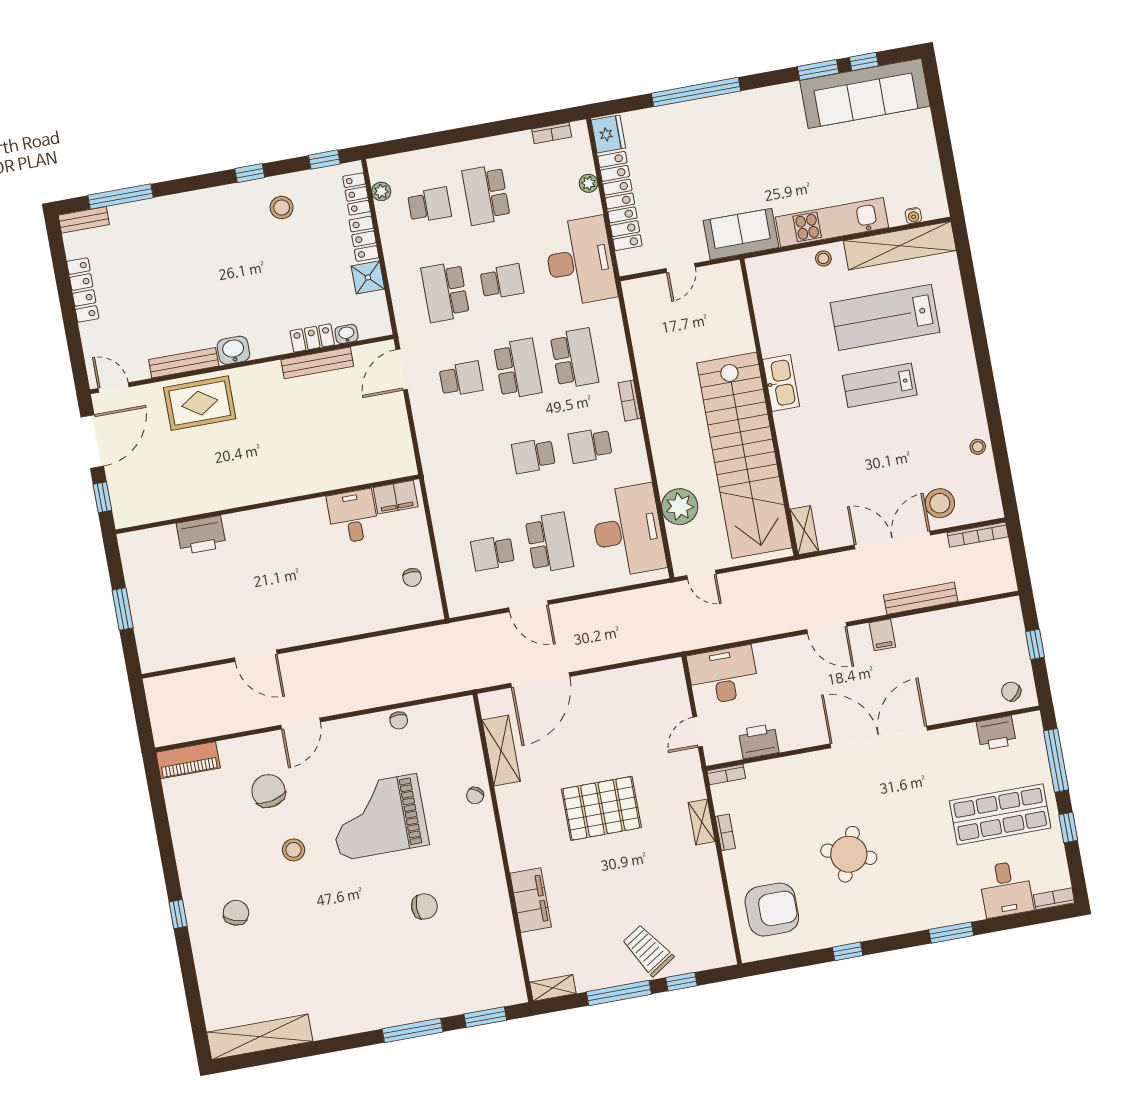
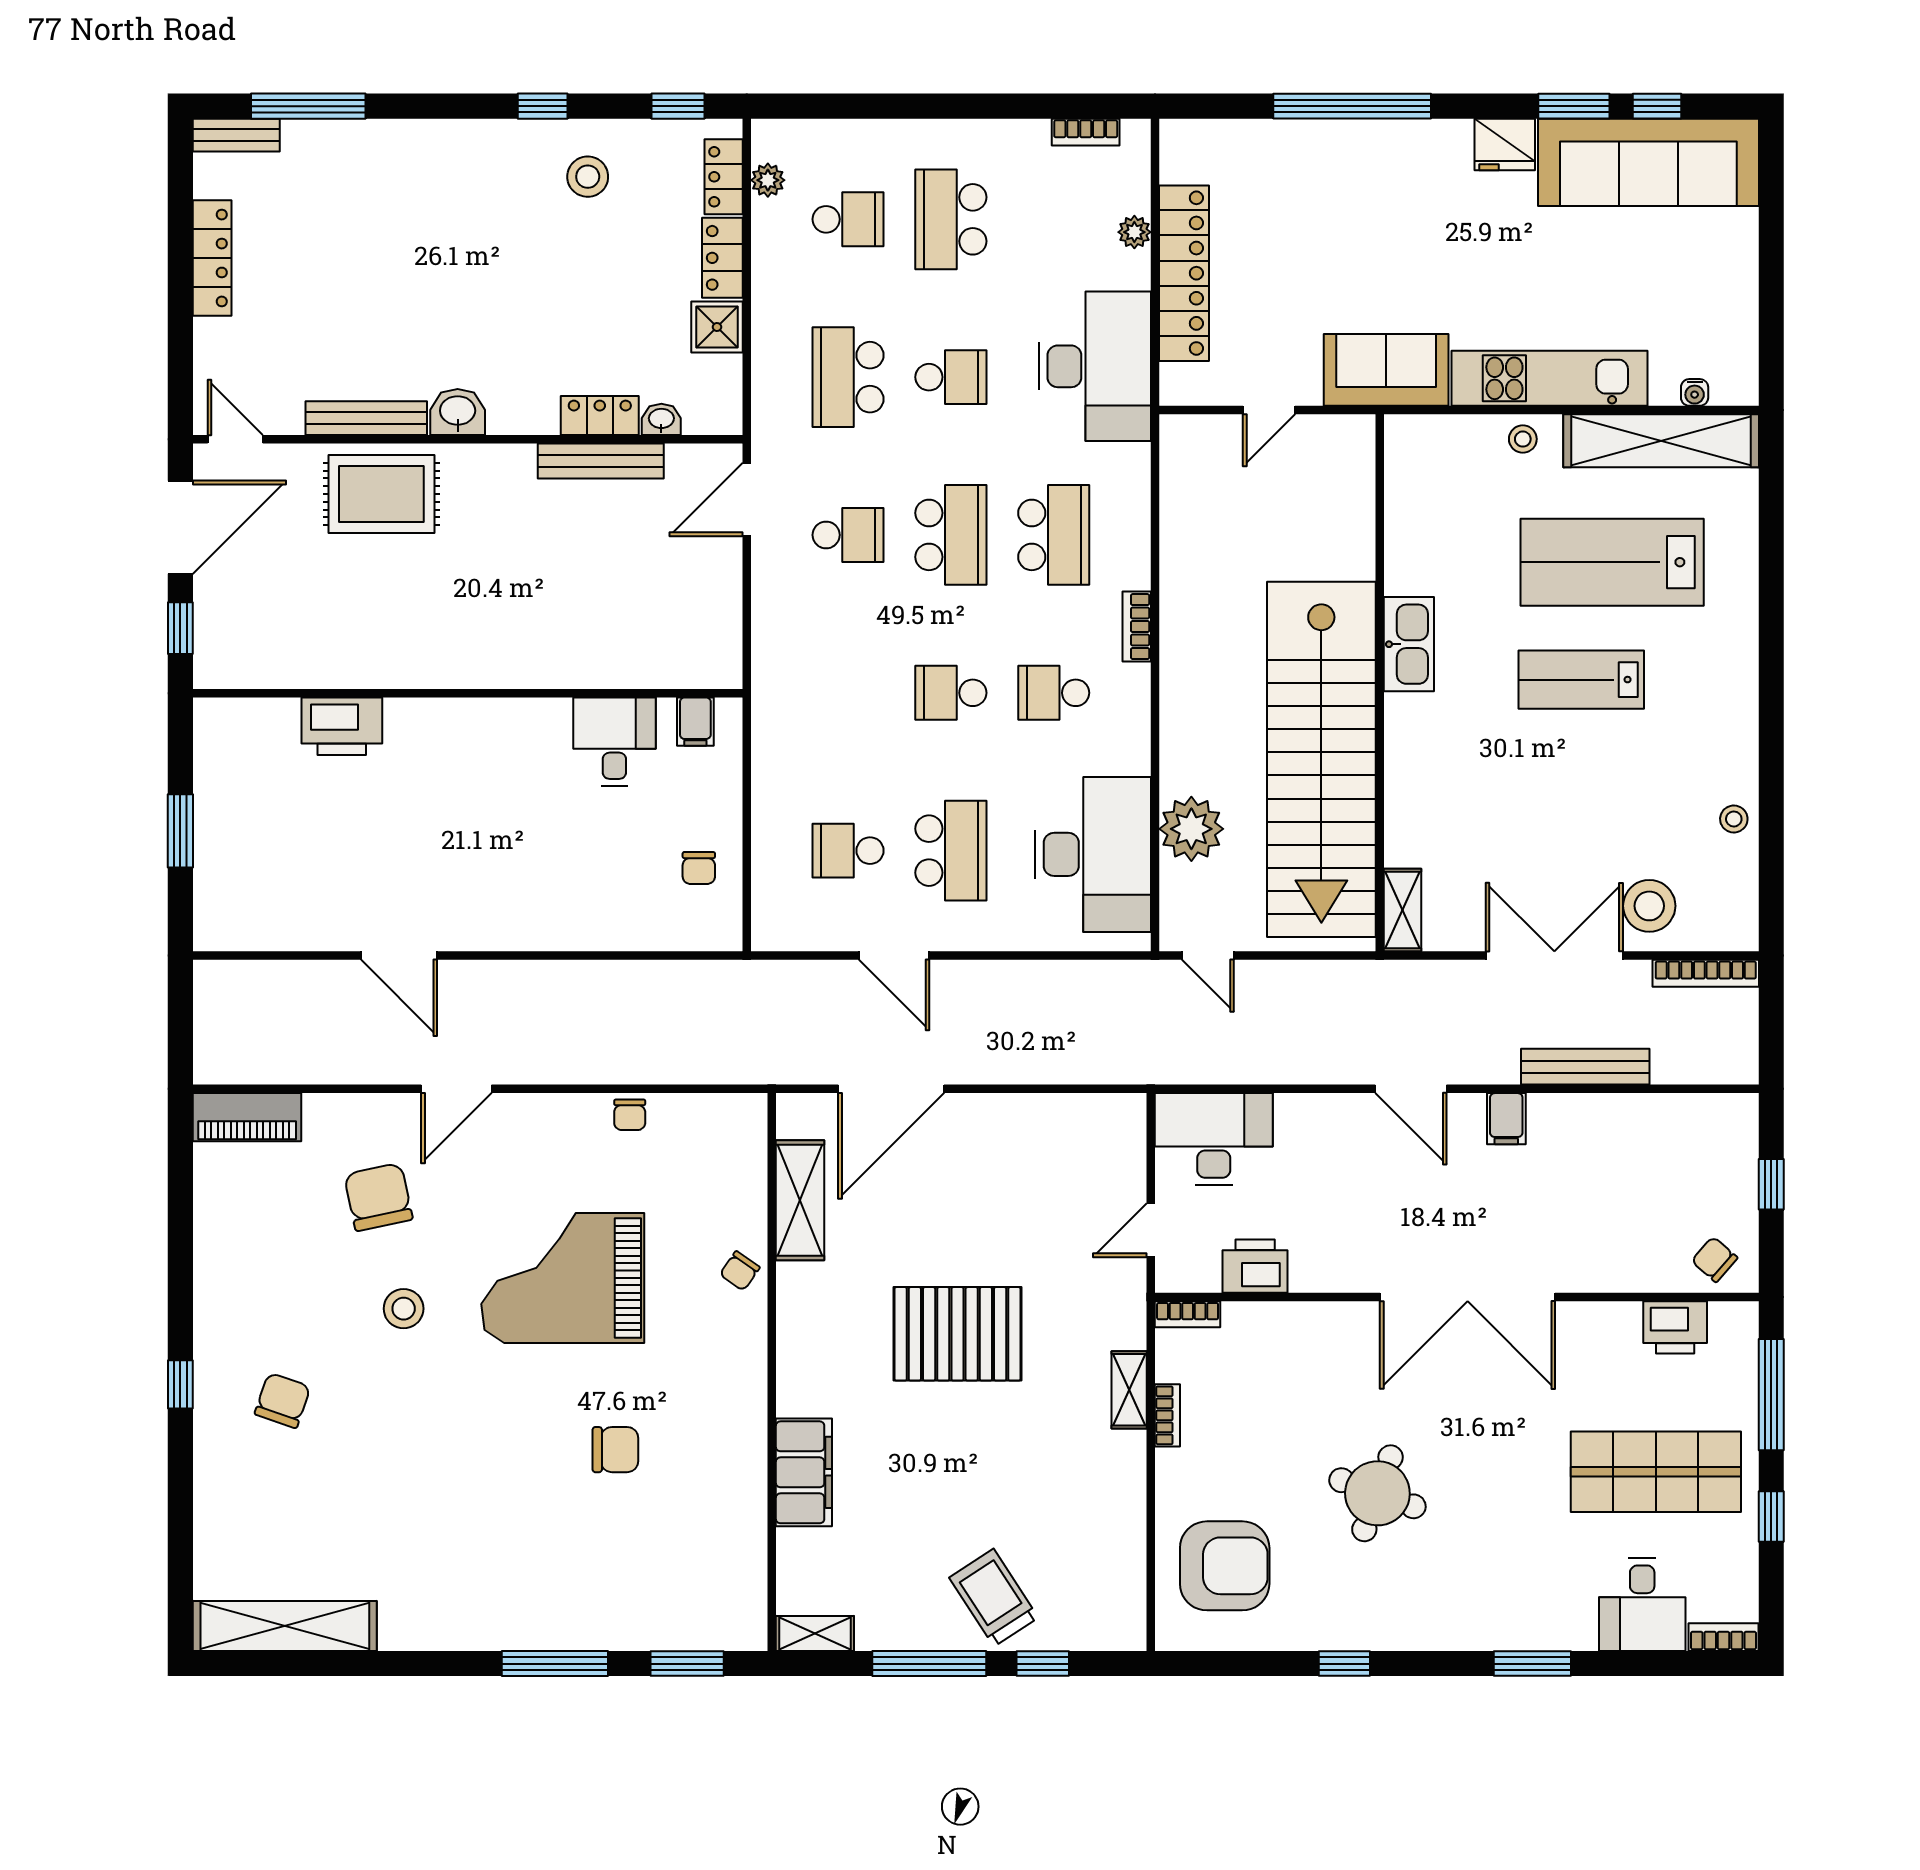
fridge: (608, 134) -> (1505, 144), moved, turned 90
filing cabinet: (396, 497) -> (695, 722), width x0.50
double door: (879, 737) -> (1468, 1297), swing flipped

